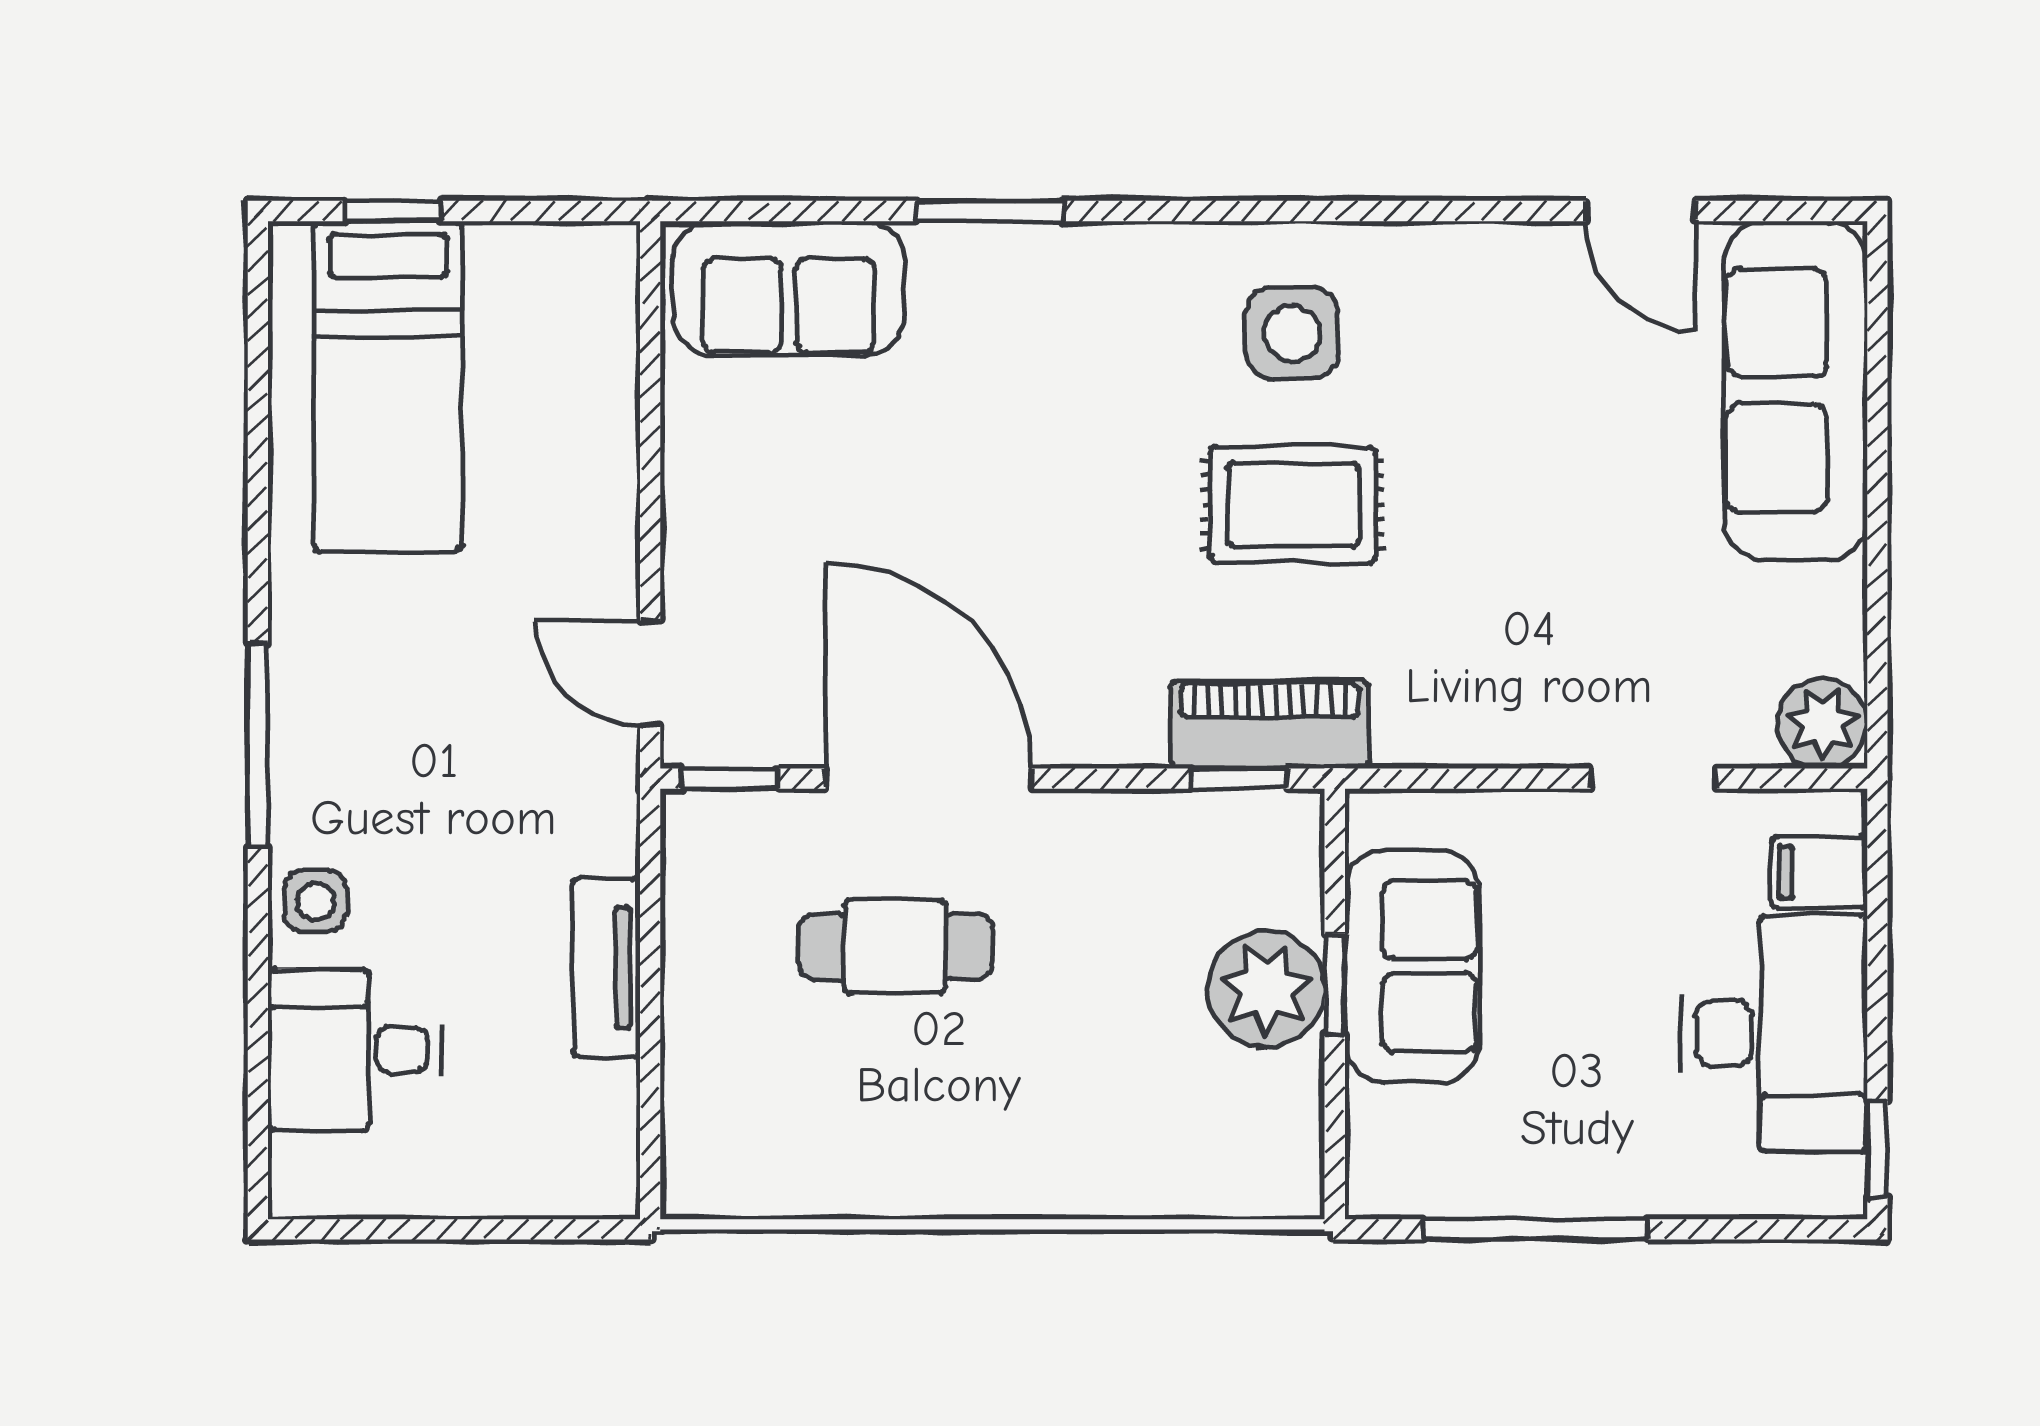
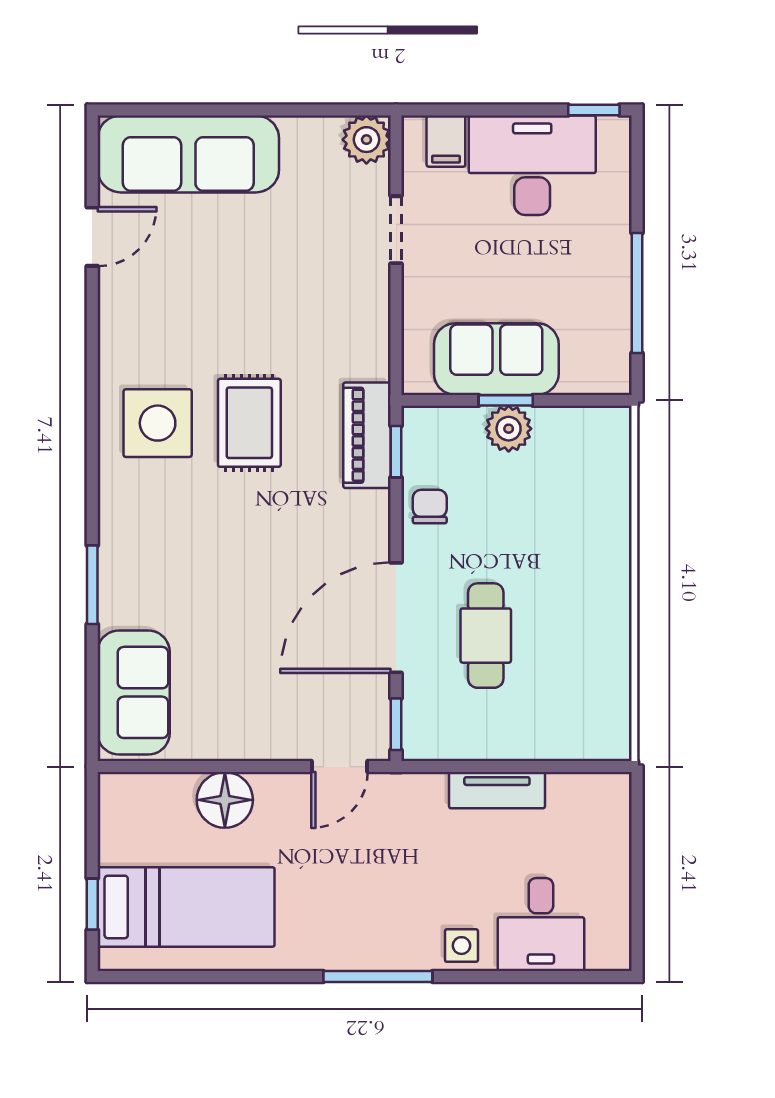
side table: (1292, 333) -> (158, 423), width x1.37, depth x1.37
floor lamp: (588, 459) -> (225, 800), added
chair: (1136, 842) -> (430, 507), added
plant: (1266, 989) -> (509, 429), width x0.73, depth x0.73

